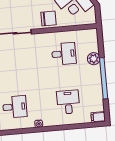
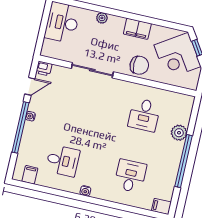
desk: (64, 54) -> (144, 115), turned 90

